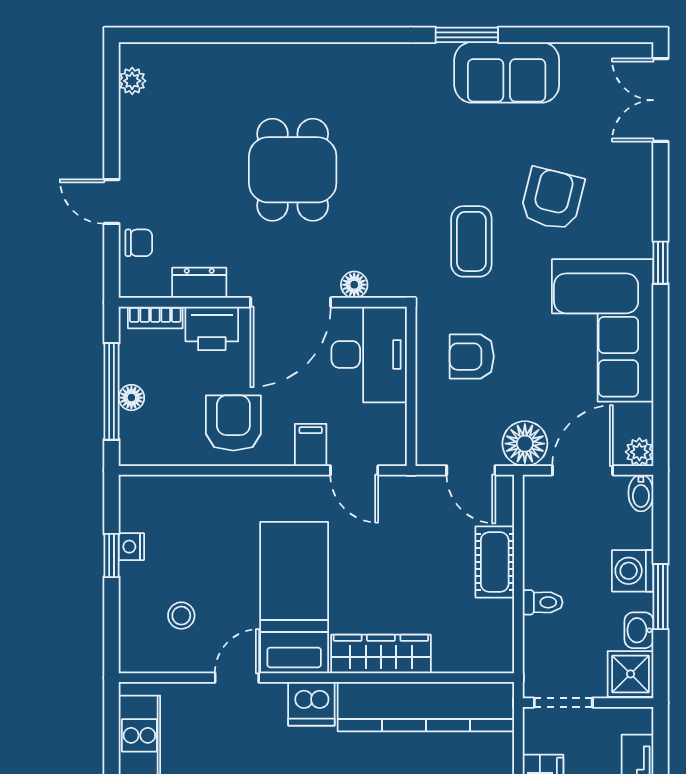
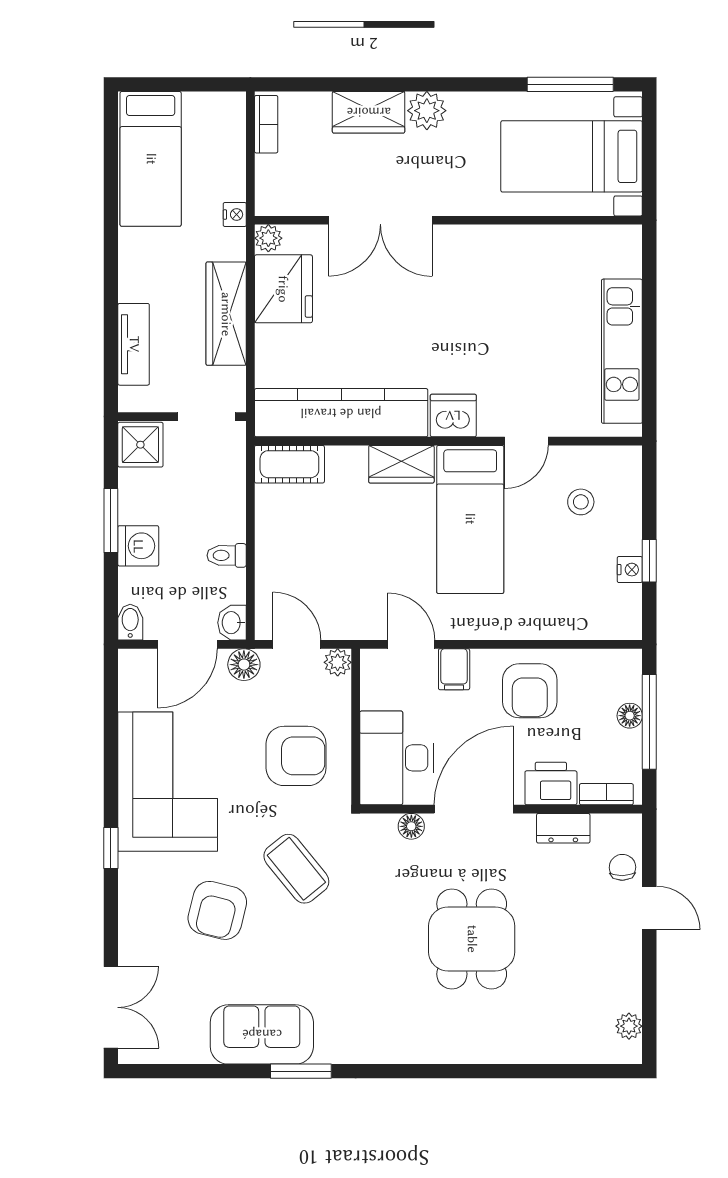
coffee table: (471, 241) -> (296, 869), turned -39
chair: (139, 243) -> (622, 867), turned 89
armchair: (472, 357) -> (296, 756), width x1.38, depth x1.38
floor lamp: (525, 444) -> (244, 665), width x0.73, depth x0.73
plant: (639, 452) -> (338, 662), moved
cot: (495, 562) -> (289, 464), moved, turned 90
toilet: (543, 602) -> (227, 555), moved
washbasin: (639, 630) -> (232, 623), moved, turned 180
wardrobe: (381, 654) -> (401, 464), width x0.67

